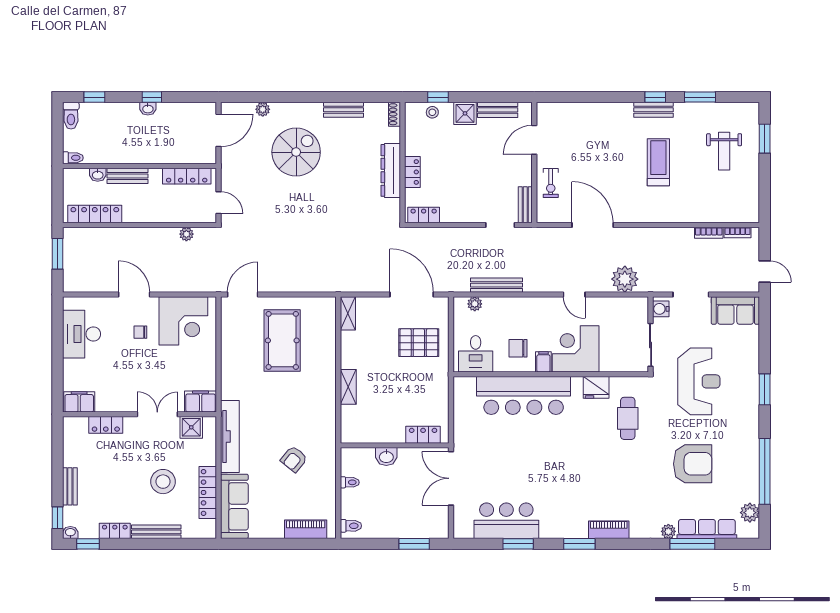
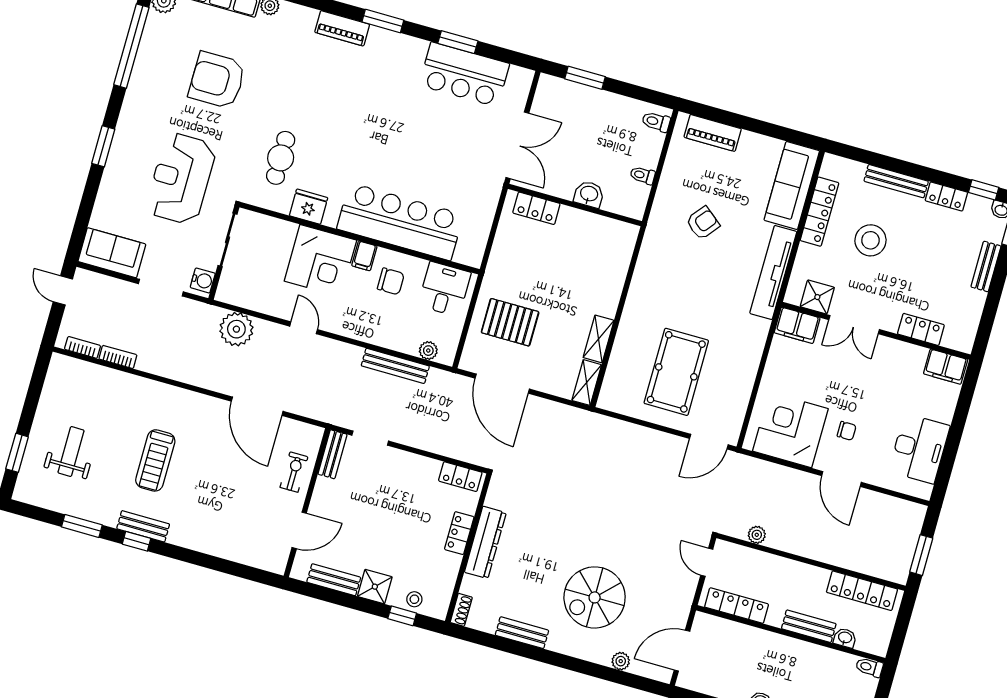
shelving: (348, 387) -> (599, 339), moved

